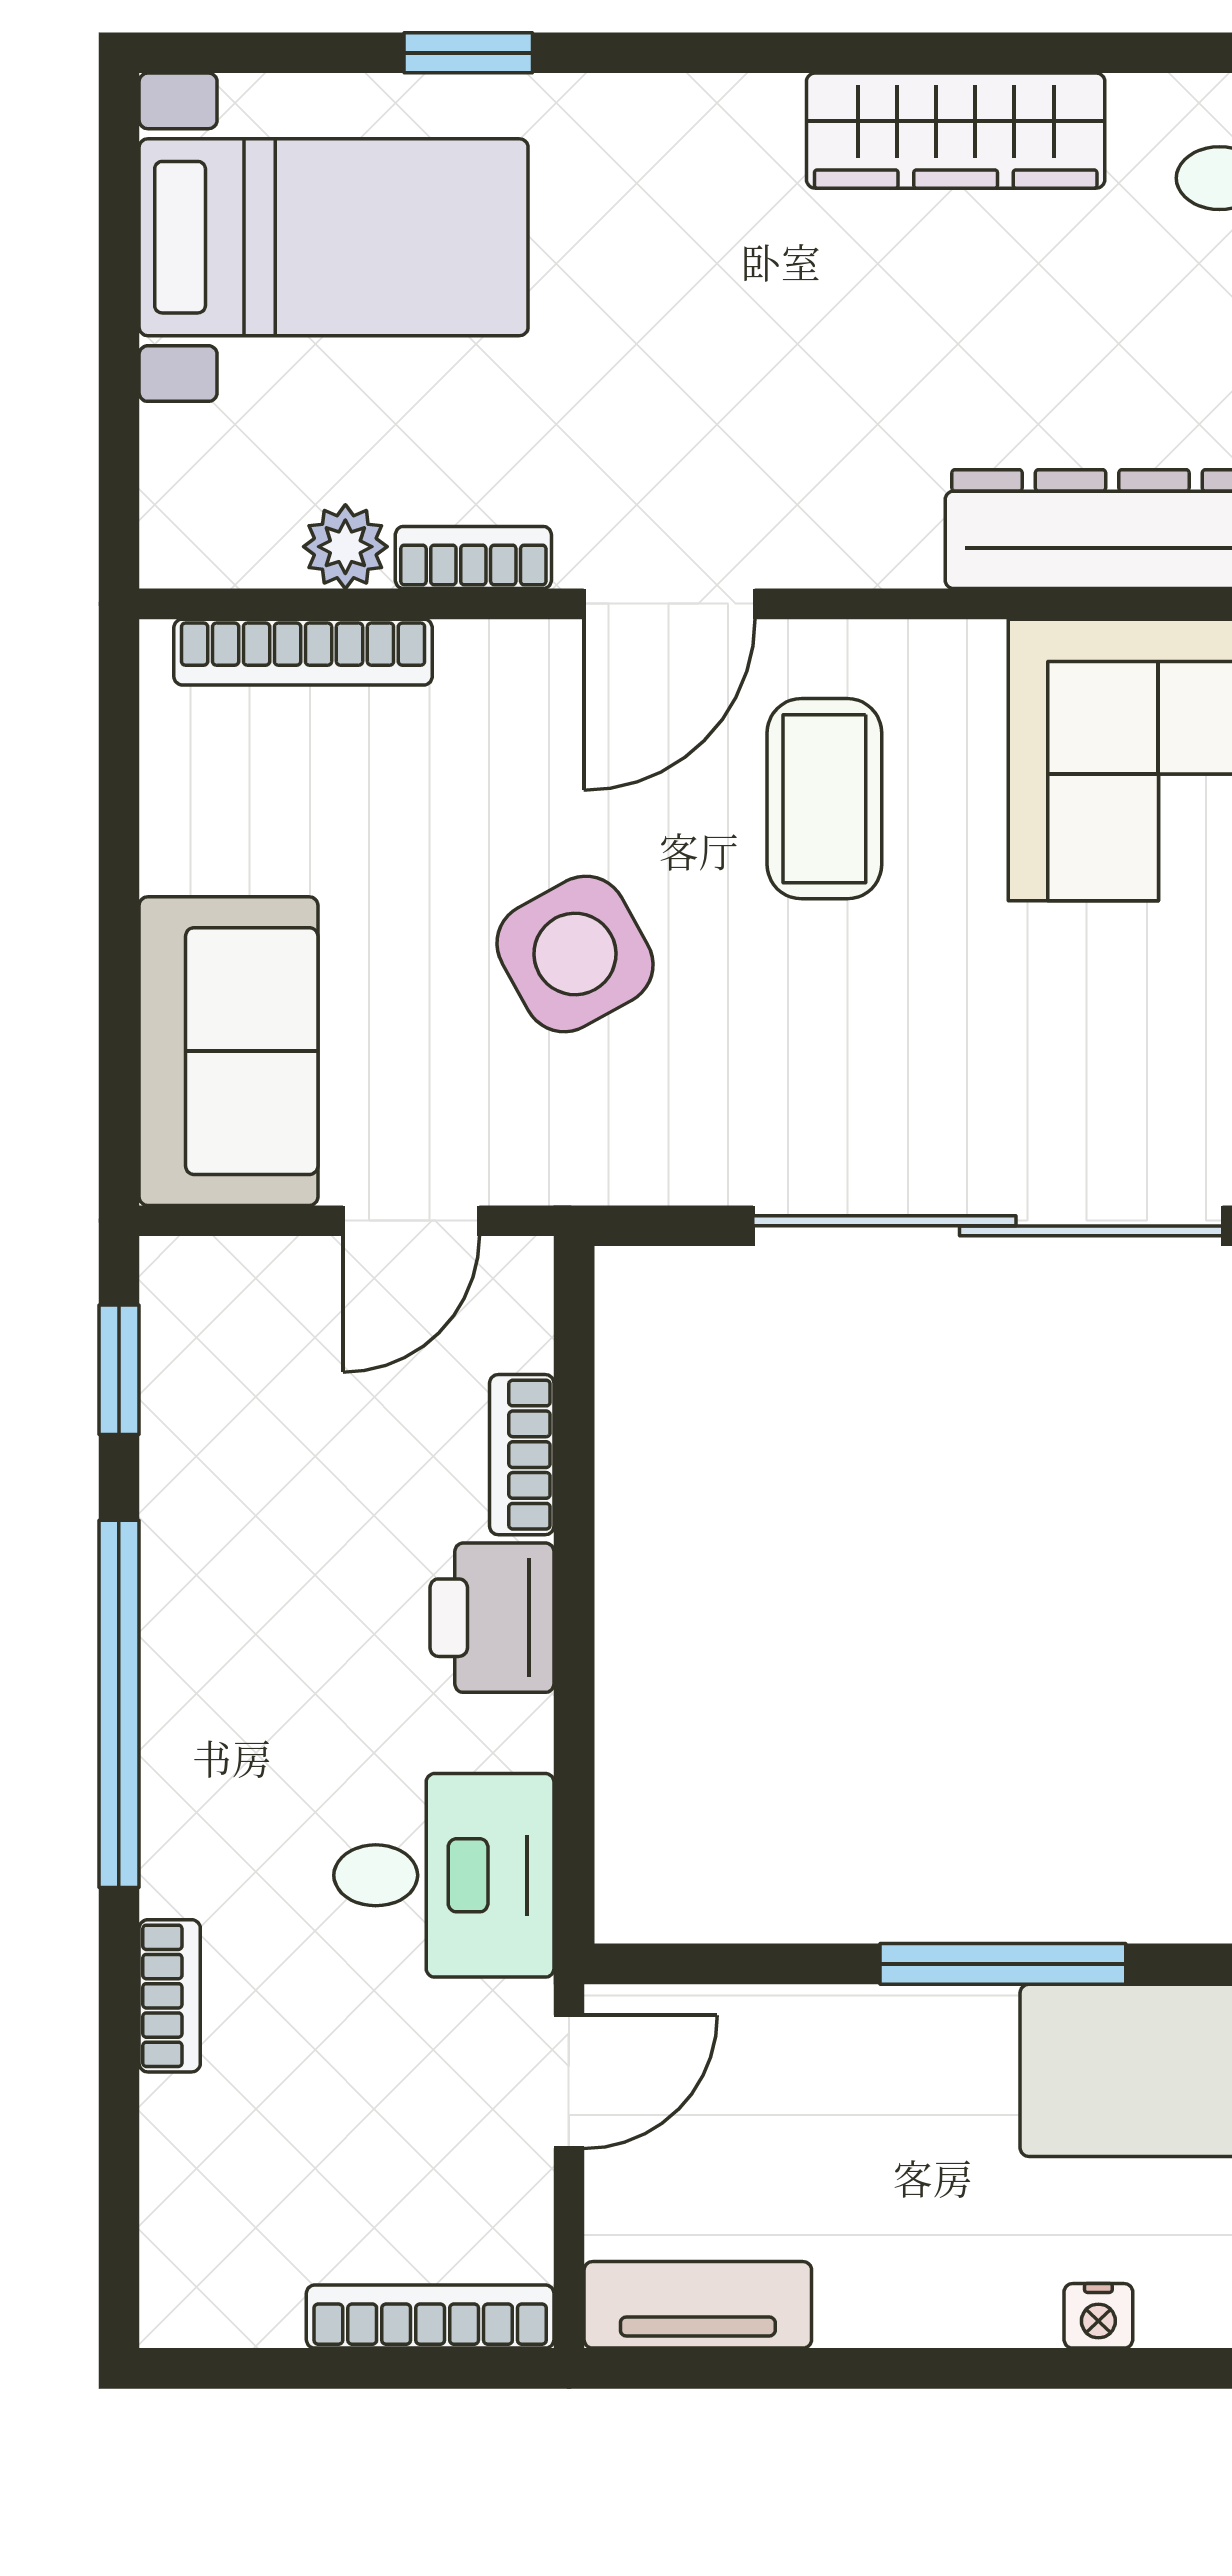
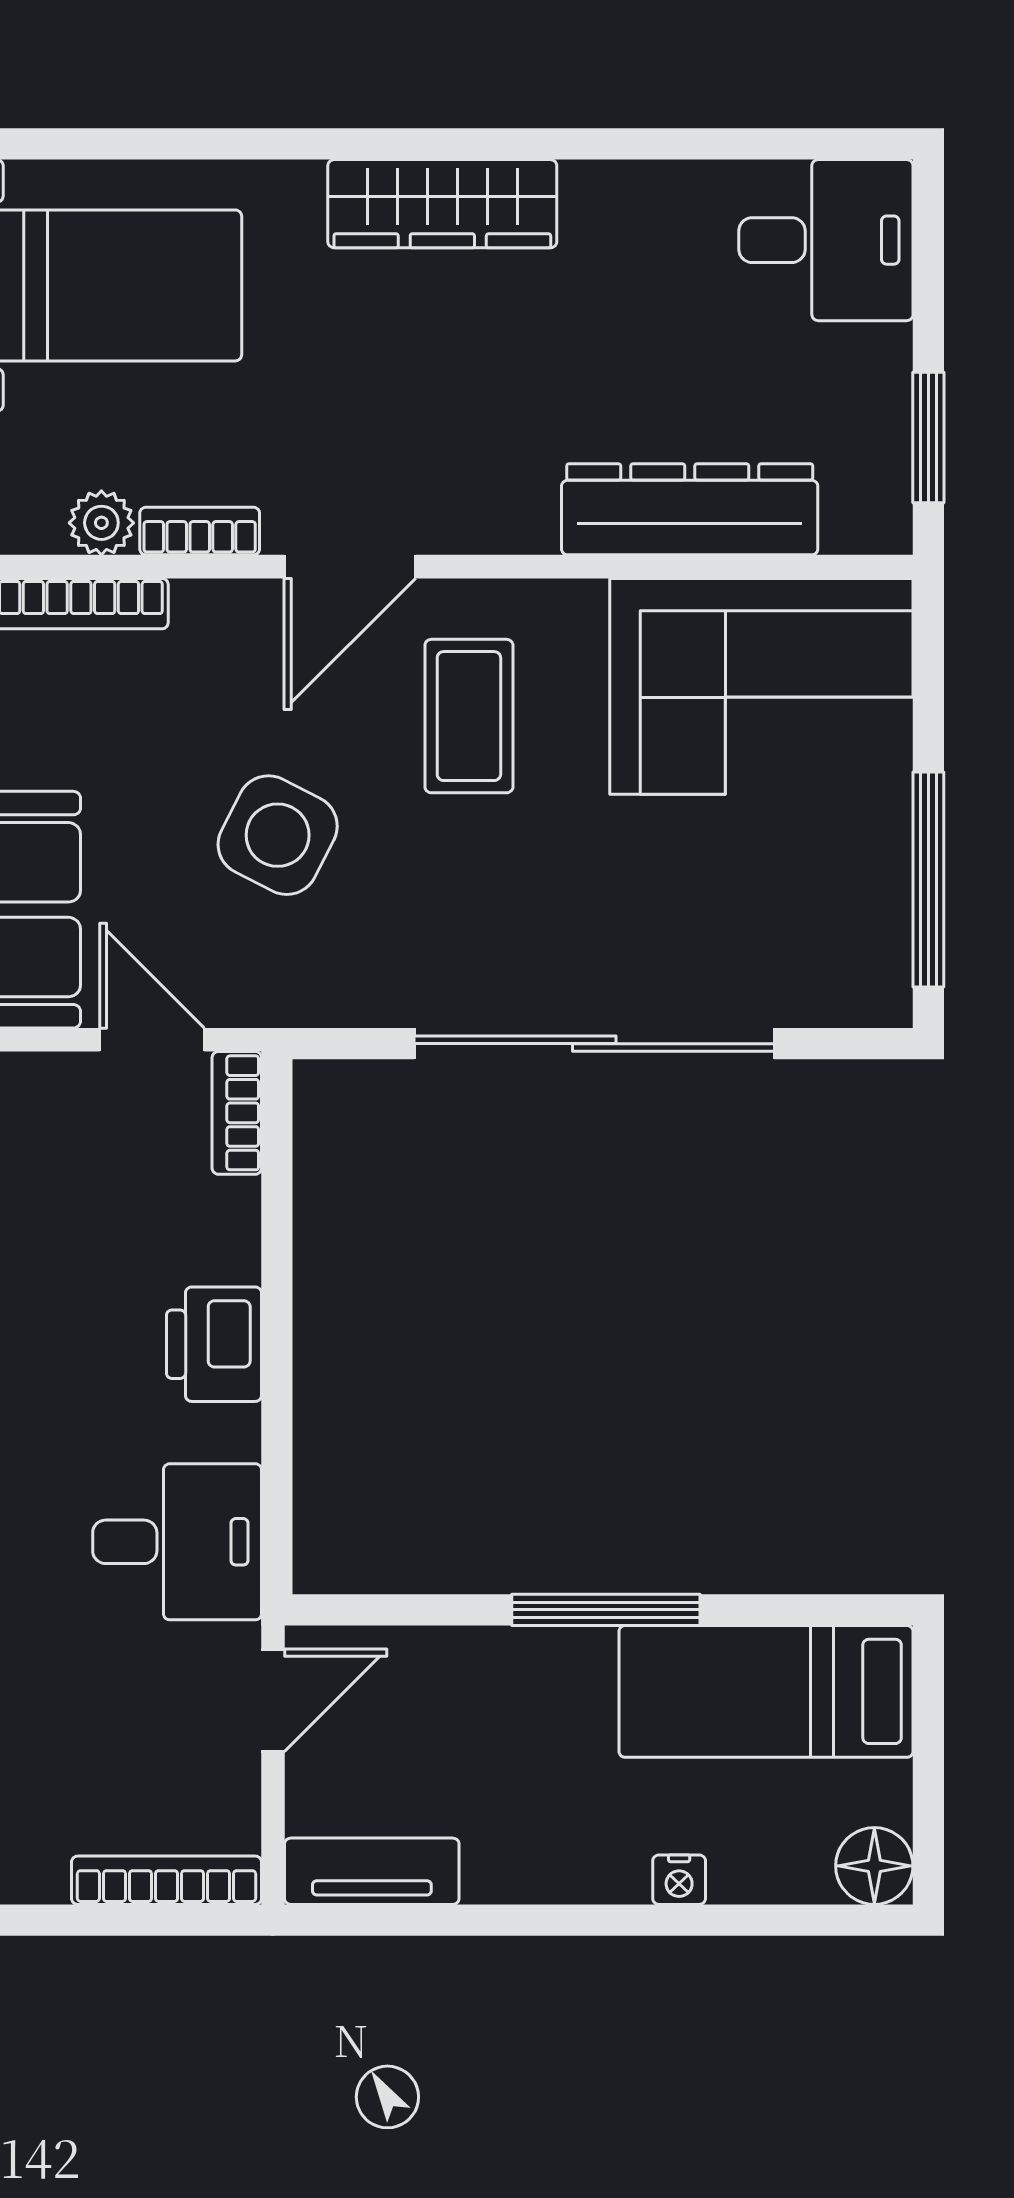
window: (468, 53) -> (196, 144), removed
wardrobe: (956, 131) -> (442, 204), moved
side table: (575, 954) -> (278, 835), turned -34
door: (411, 1221) -> (152, 1040), swing flipped
bookcase: (522, 1455) -> (237, 1113), moved

